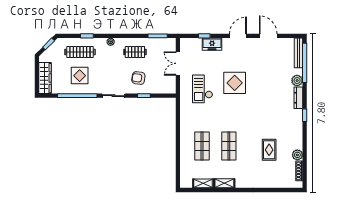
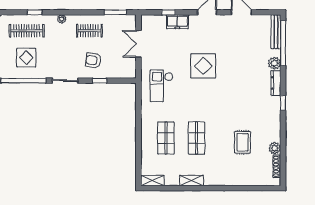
checkout: (203, 89) -> (162, 86), moved
shelving: (203, 183) -> (152, 181), moved

